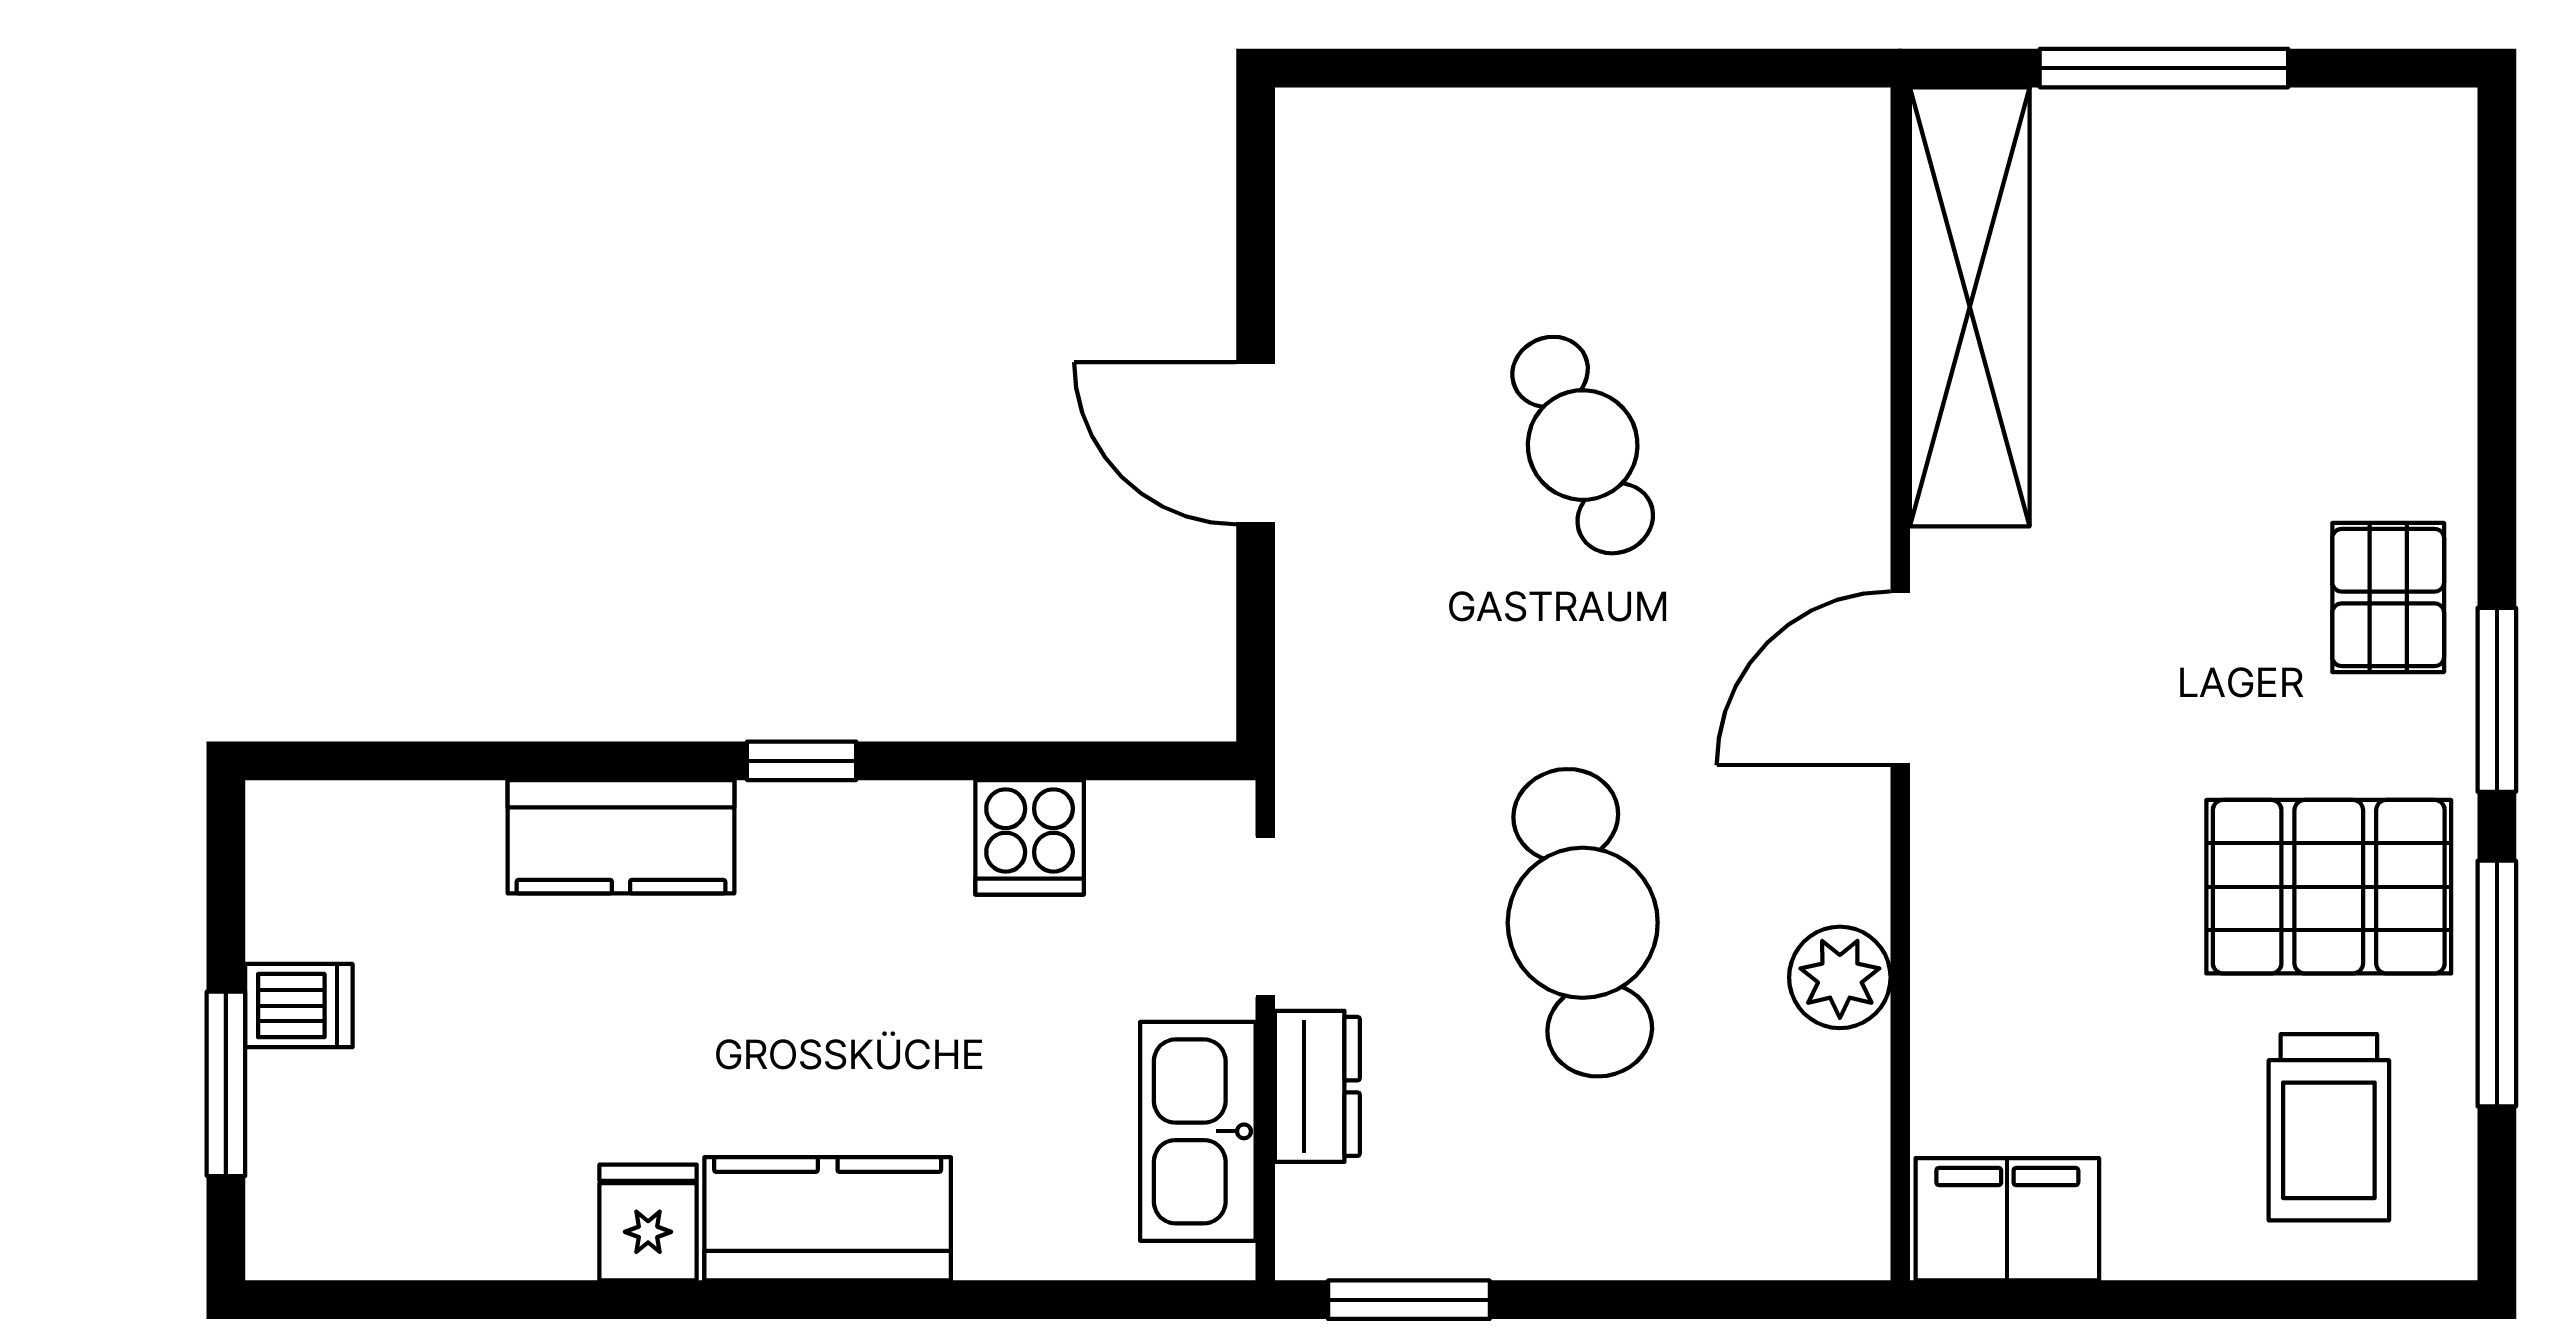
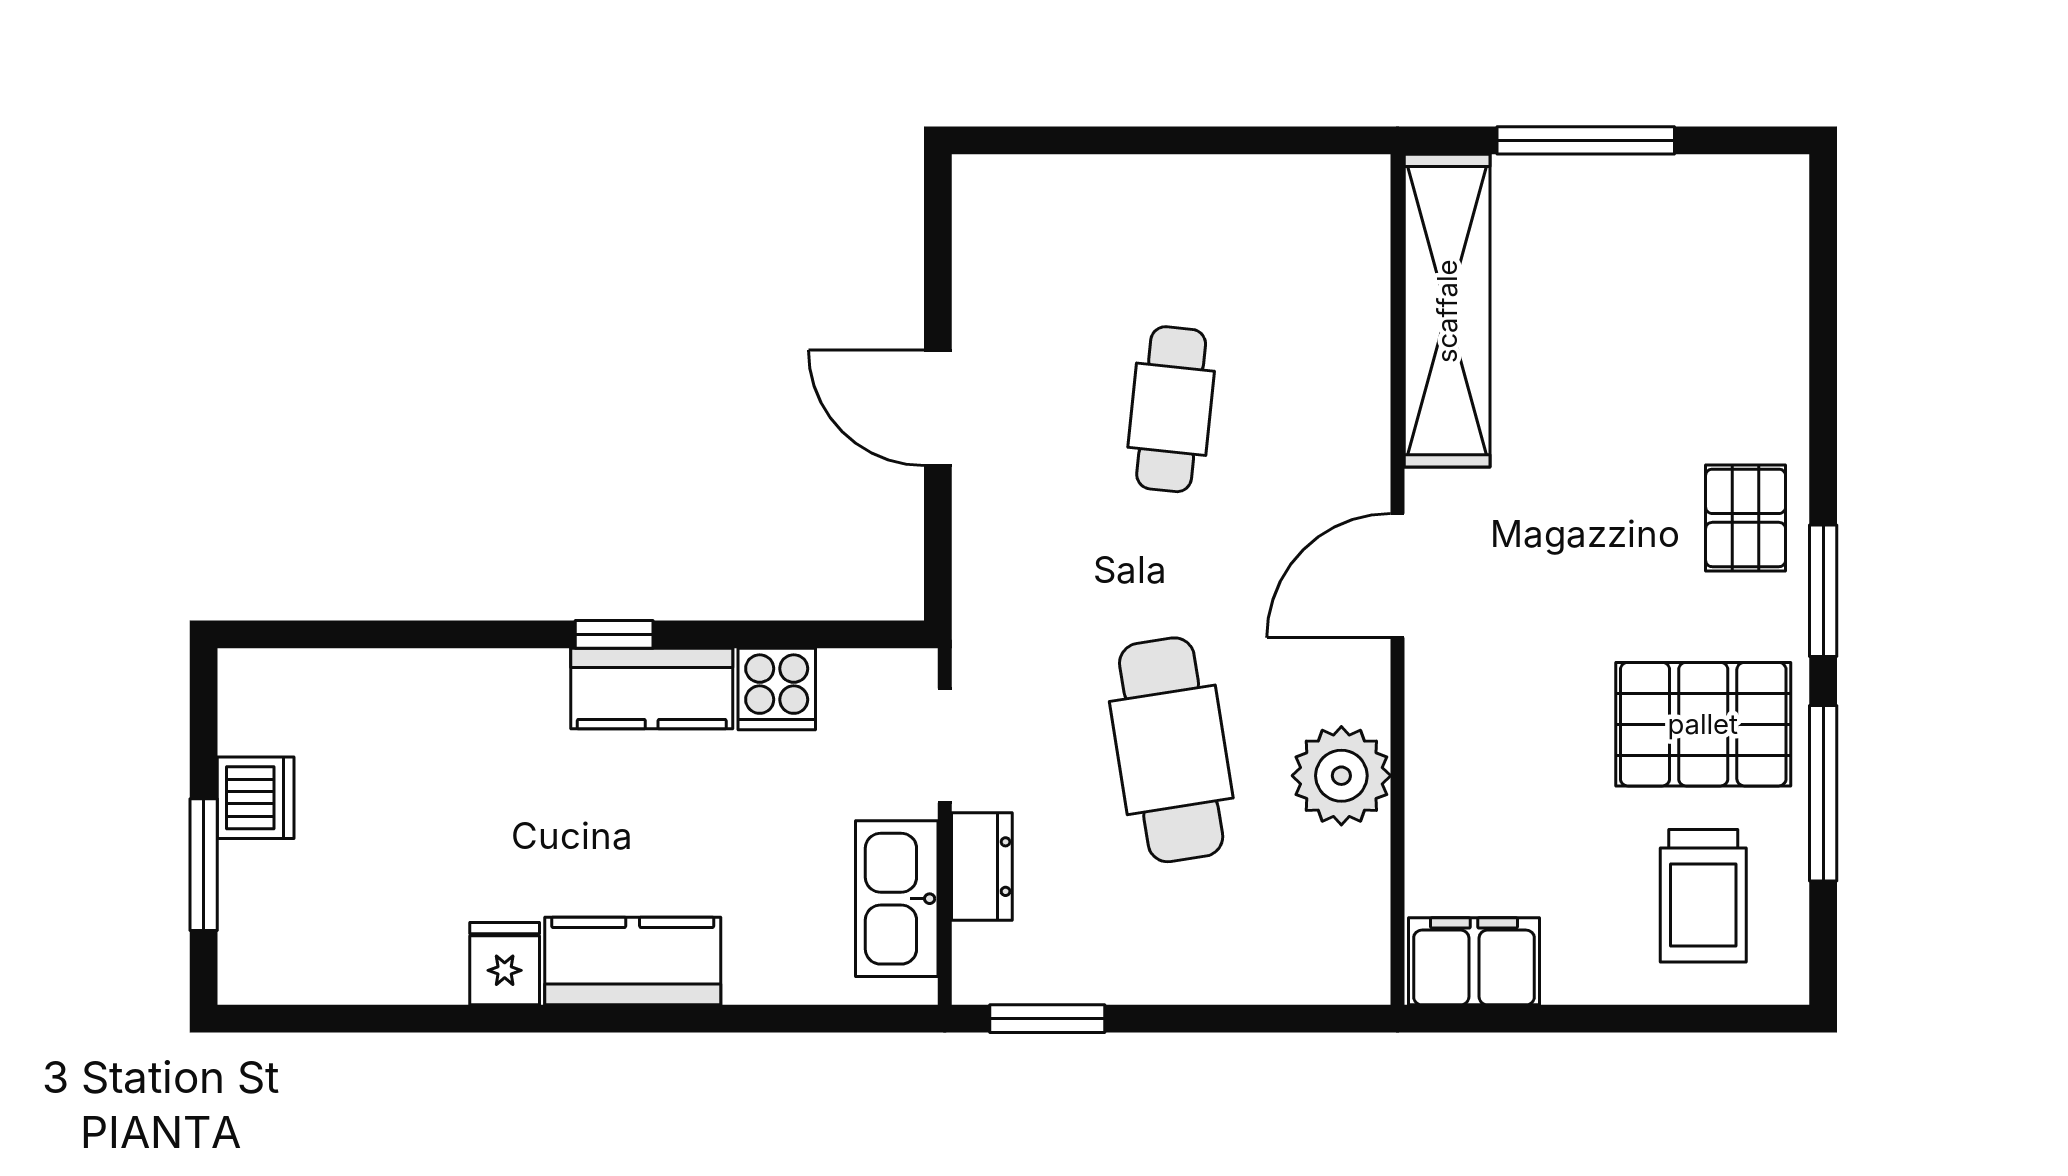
cafe table: (1583, 445) -> (1171, 409), turned 30
kitchen counter: (621, 837) -> (652, 689), moved
plant: (1840, 977) -> (1341, 776), width x1.36, depth x1.36
dishwasher: (299, 1006) -> (256, 798), width x1.38

